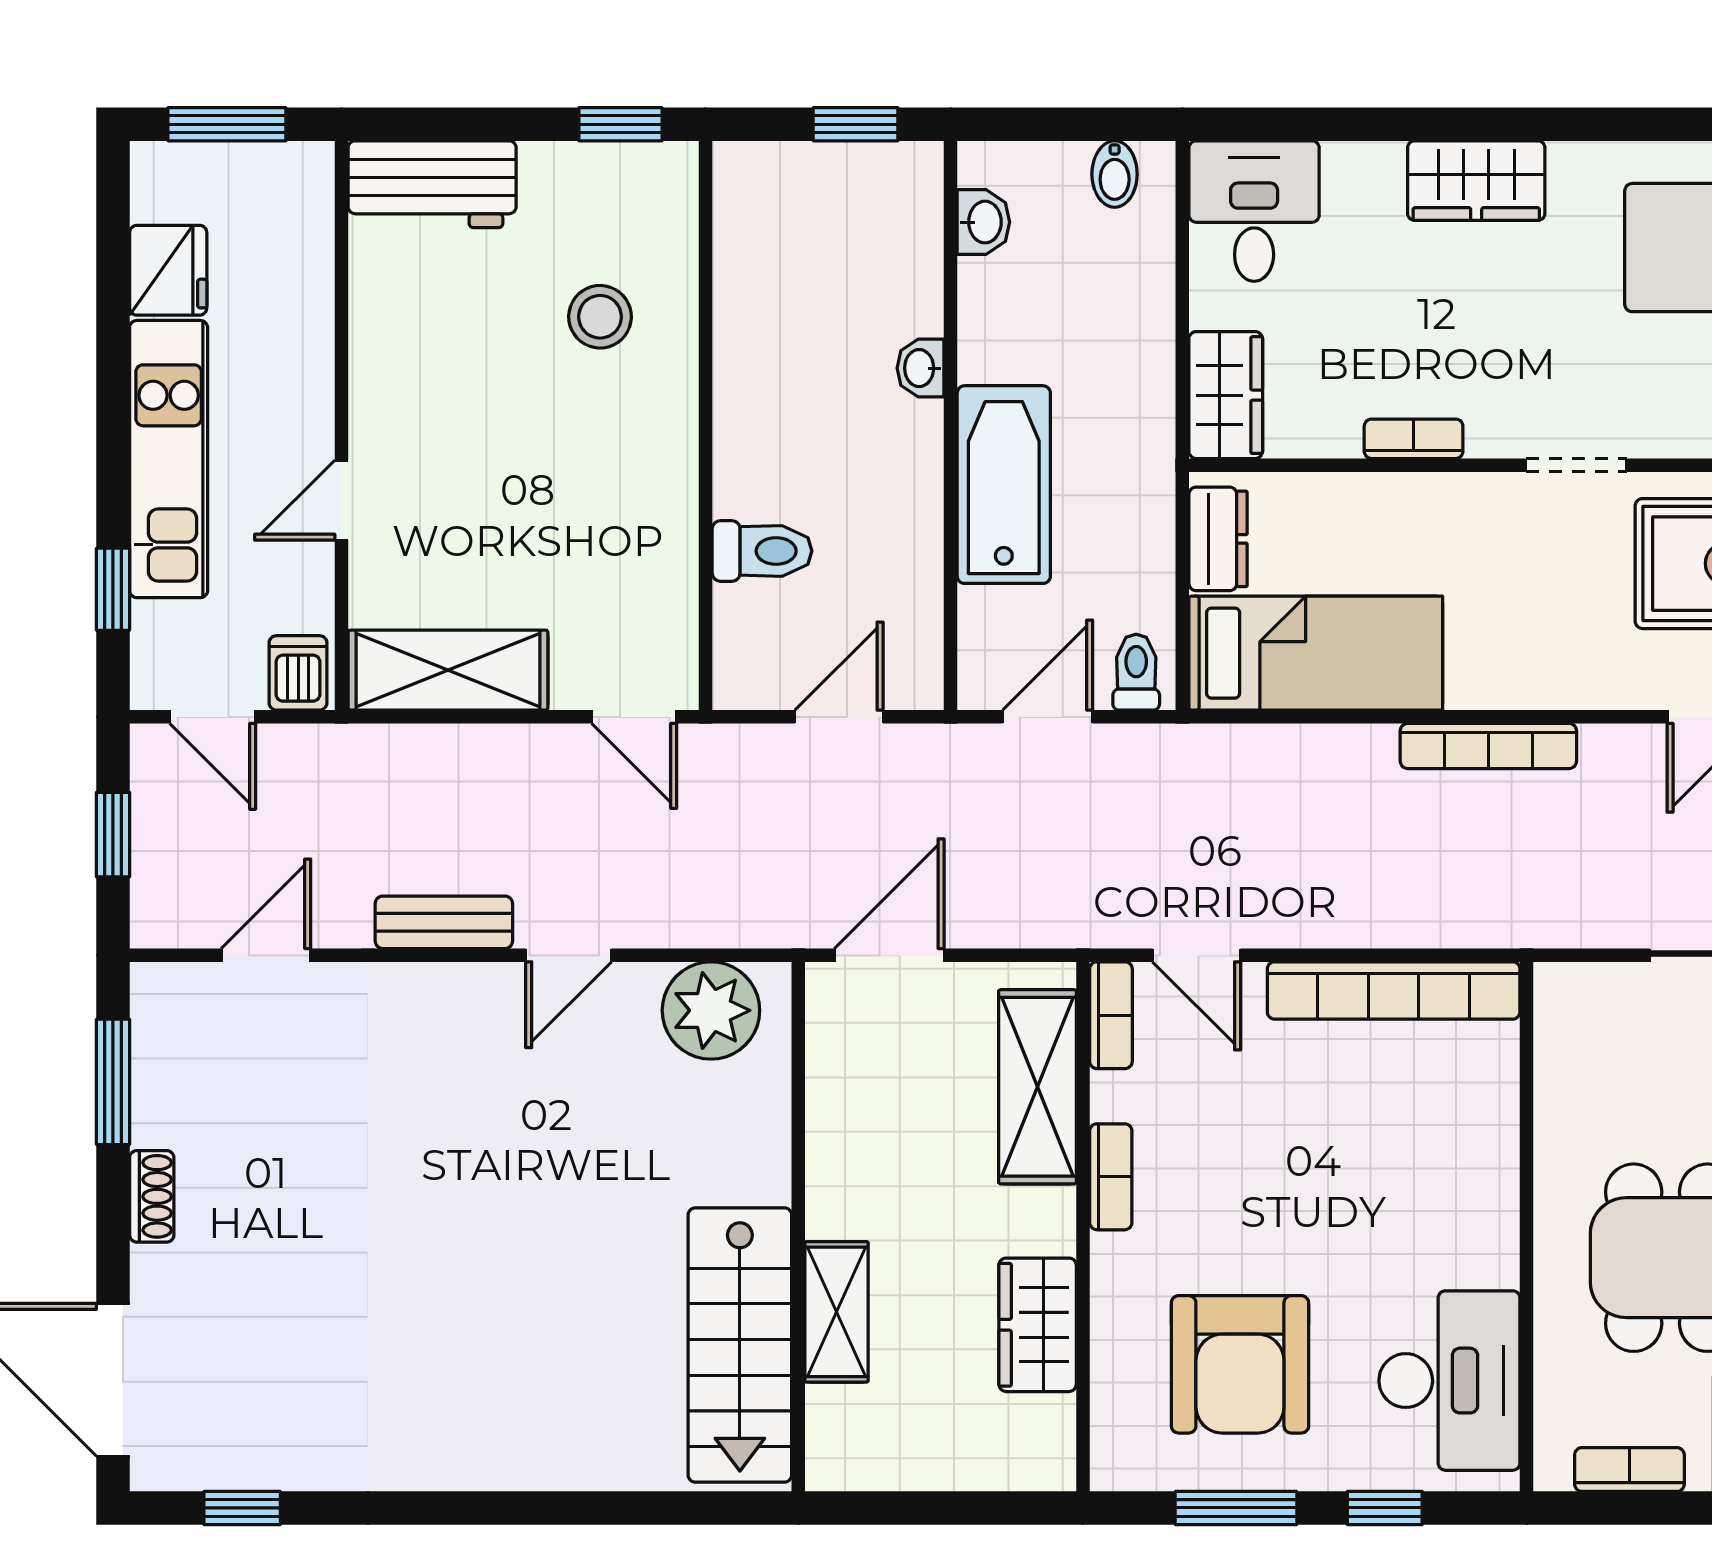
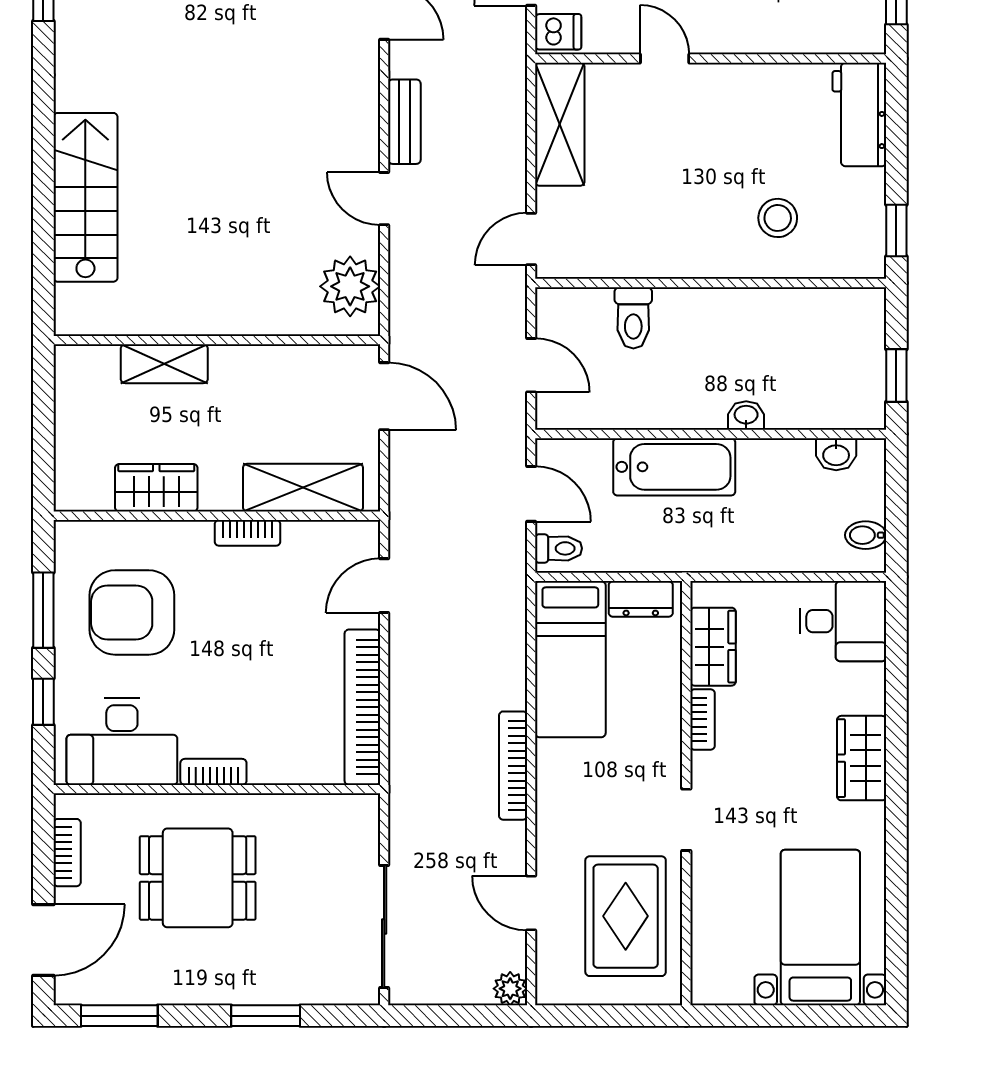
wardrobe: (1226, 395) -> (713, 647), moved, turned -90
bookcase: (1111, 1015) -> (213, 772), moved, turned 180
stairs: (740, 1345) -> (85, 197), moved, turned 90

